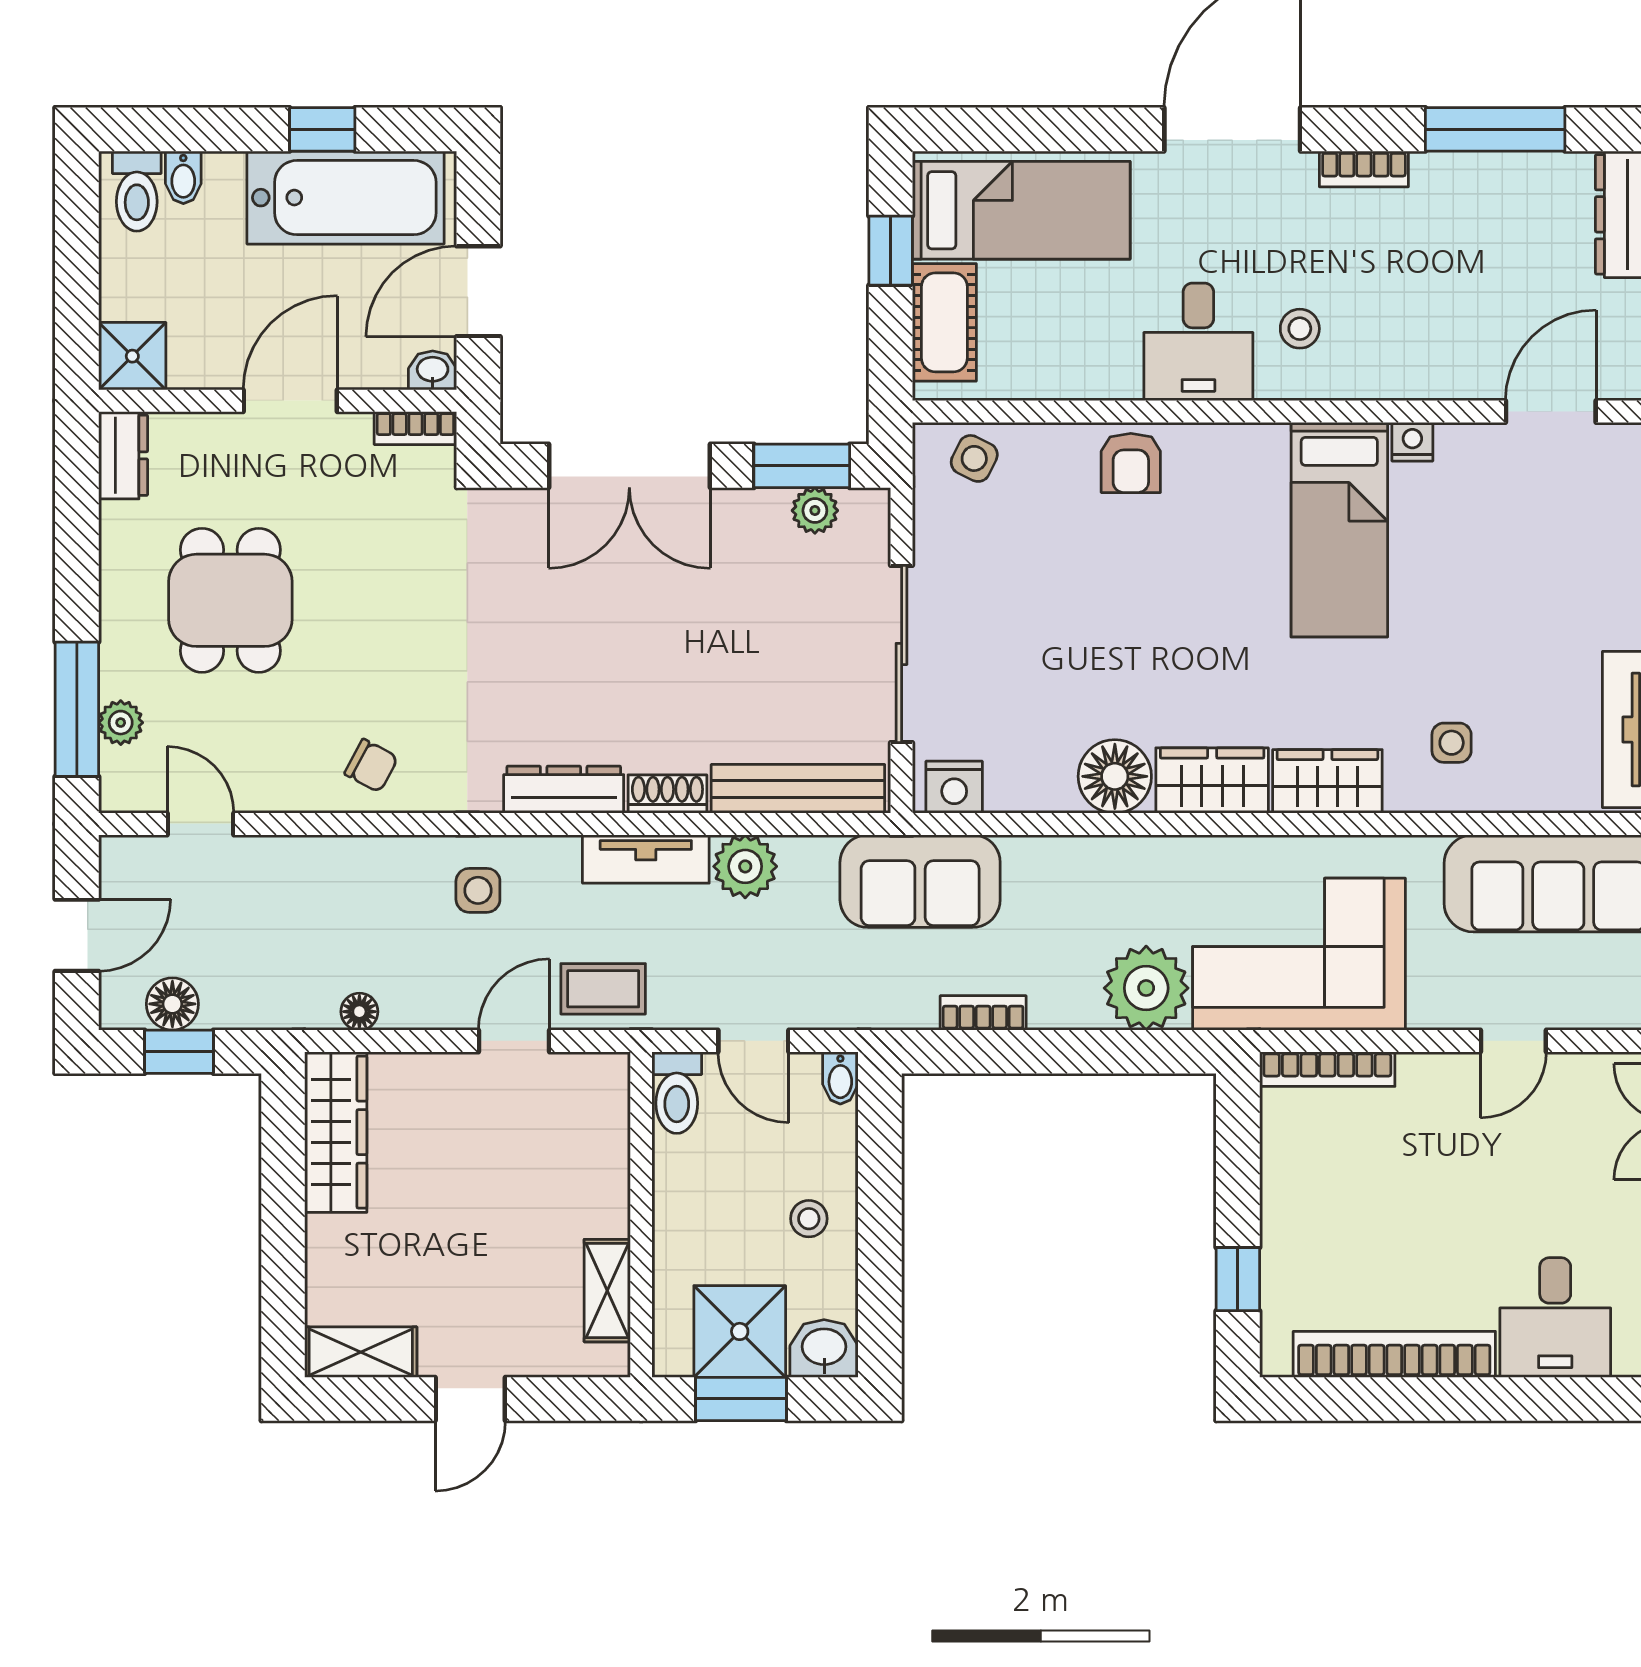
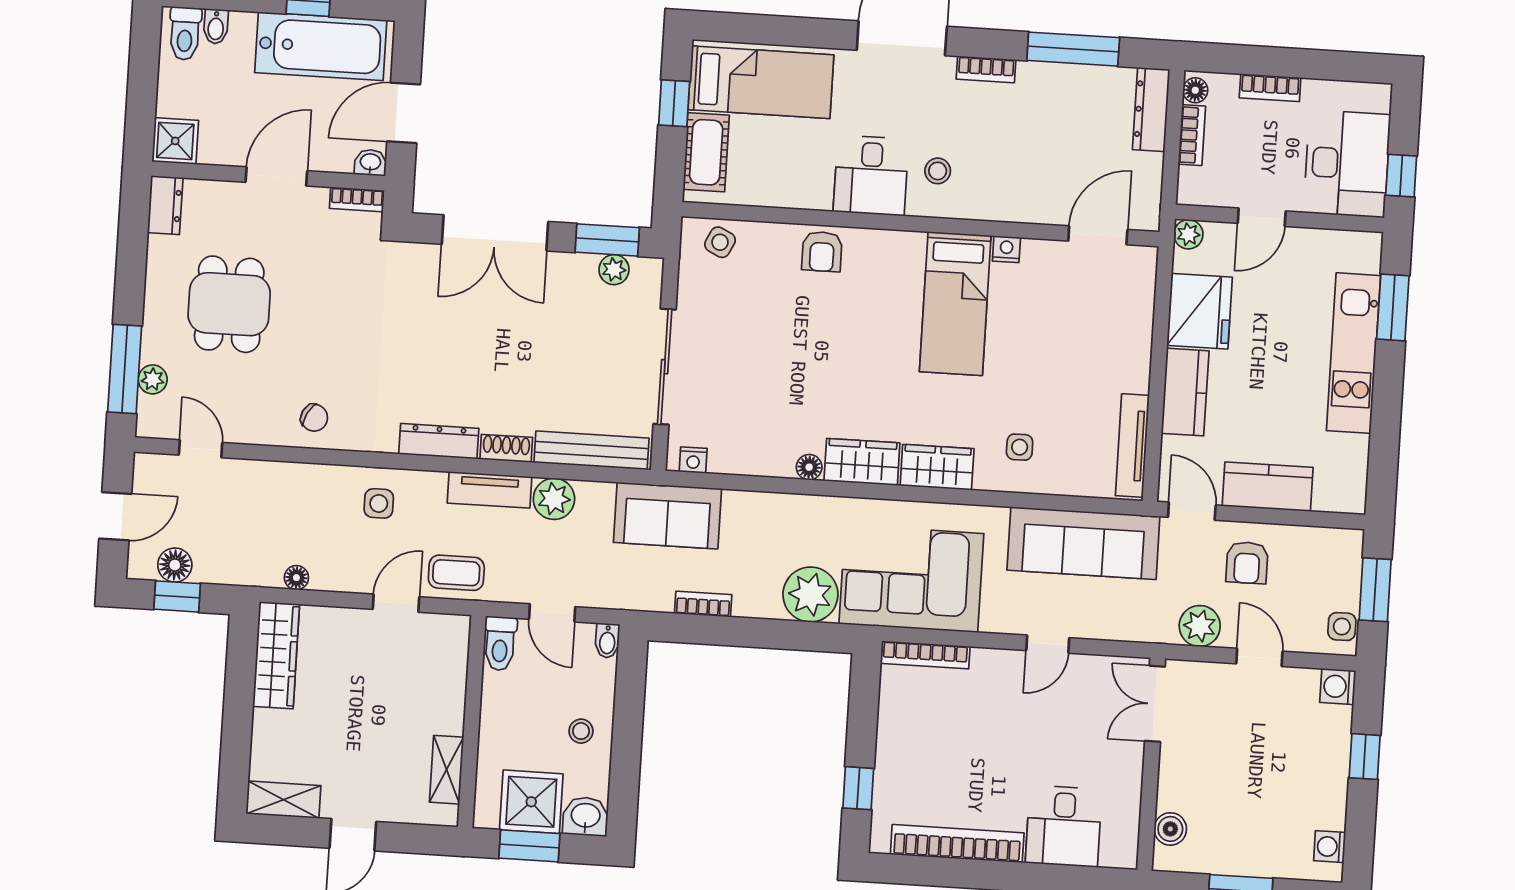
floor lamp: (1115, 776) -> (809, 467), width x0.53, depth x0.53
nightstand: (954, 787) -> (693, 460), width x0.72, depth x0.74

